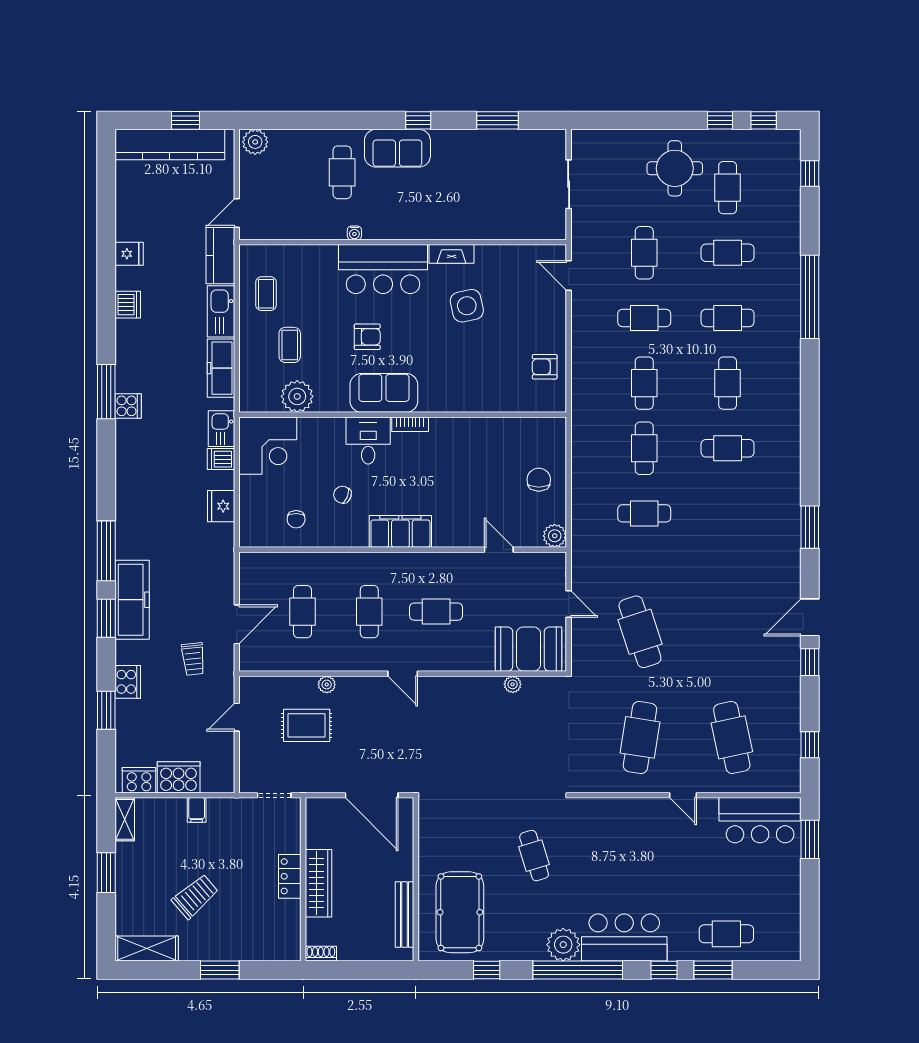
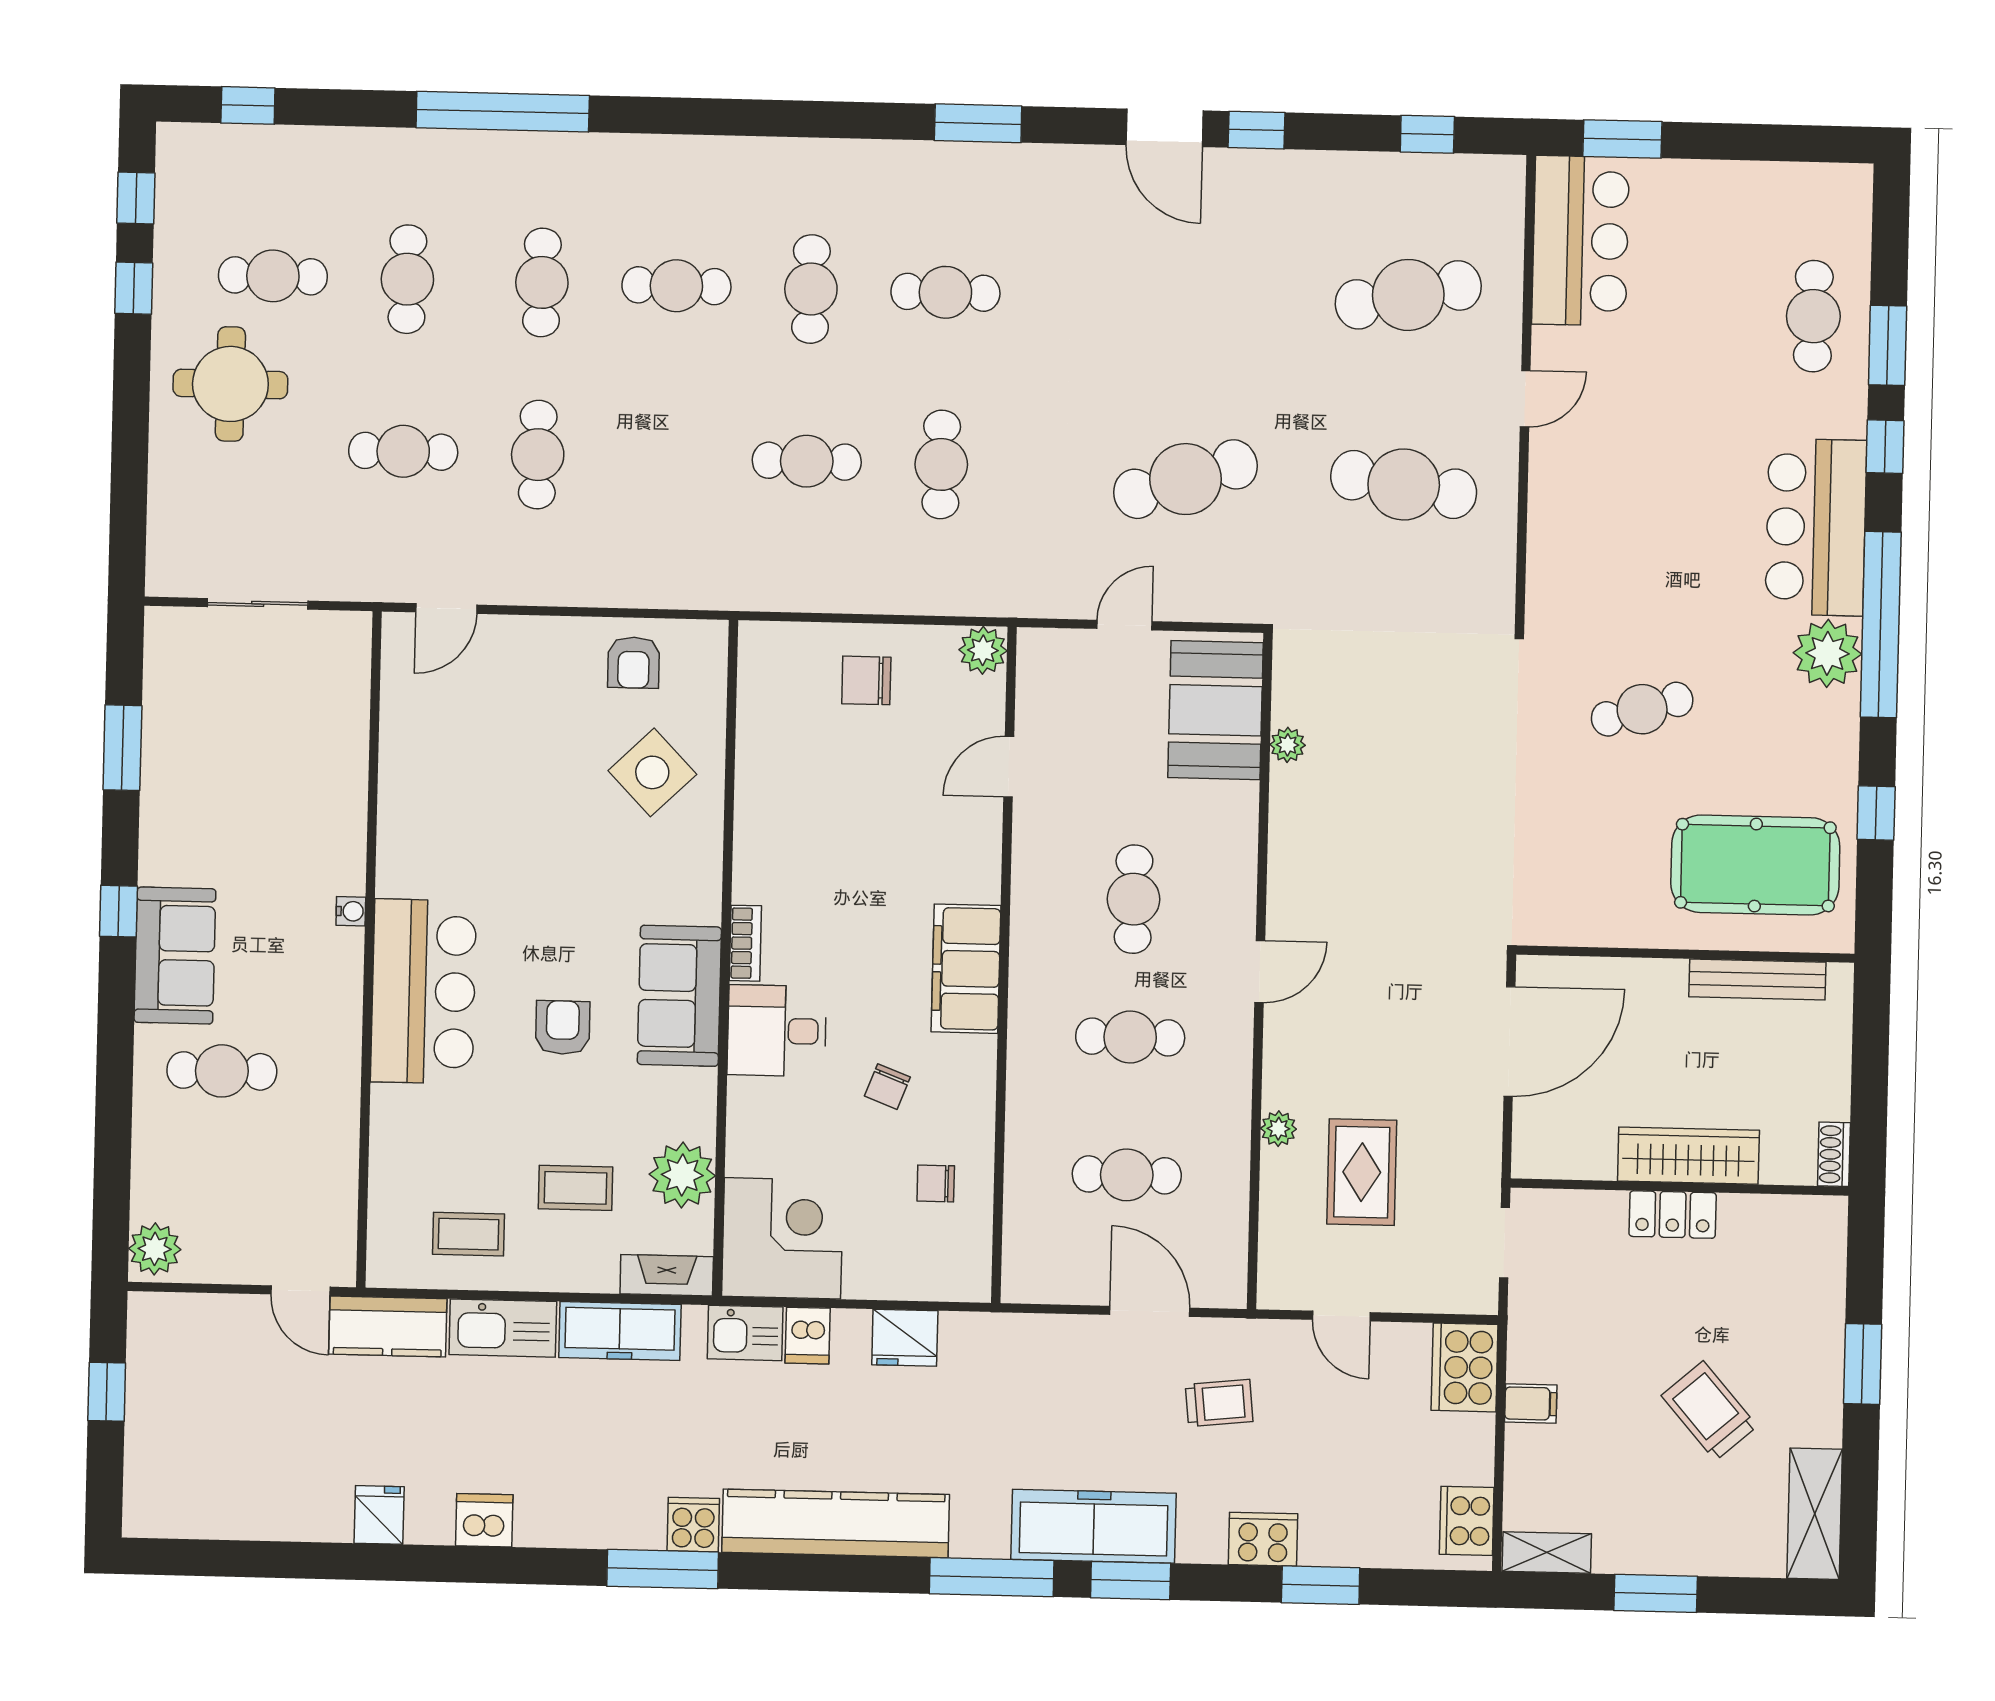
kitchen counter: (170, 145) -> (836, 1523), moved, turned -90
water cooler: (354, 233) -> (351, 911), moved
fireplace: (452, 254) -> (667, 1275), moved, turned -90
side table: (467, 306) -> (652, 772), moved, turned -32
cafe table: (644, 383) -> (945, 292), moved
chair: (296, 519) -> (936, 1183), turned 180
cooker: (179, 777) -> (1465, 1367), moved

